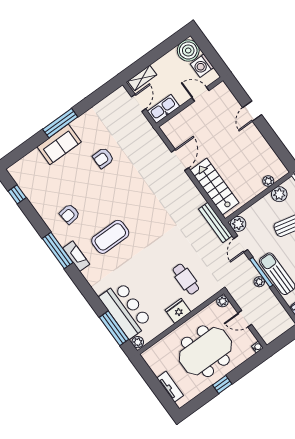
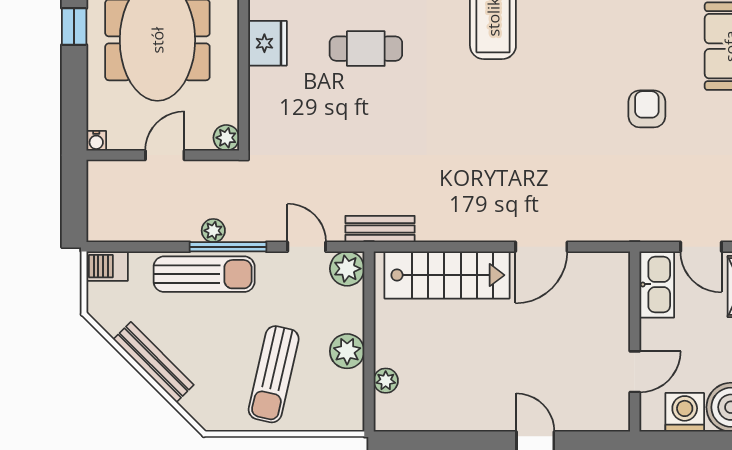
door: (180, 160) -> (541, 247), hinge flipped
plant: (279, 194) -> (347, 351), moved
bench: (215, 222) -> (380, 229), width x0.73
cafe table: (186, 279) -> (366, 49), moved

